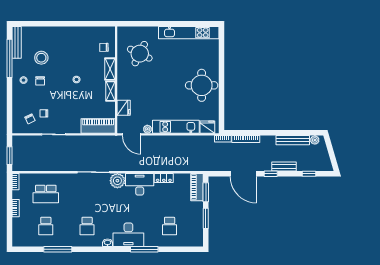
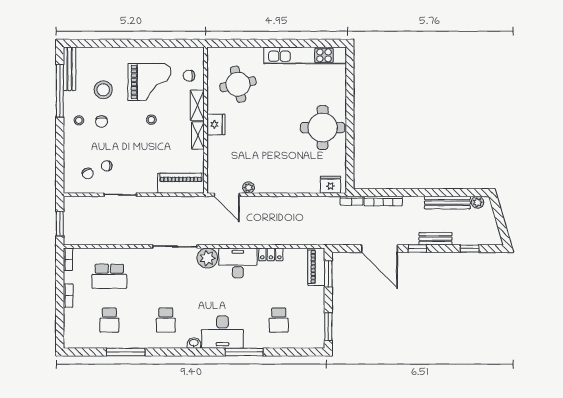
grand piano: (75, 52) -> (149, 82), added
round table: (140, 54) -> (238, 84), turned -38
fridge: (124, 108) -> (216, 124), moved
kitchen unit: (176, 127) -> (287, 184), removed
window: (206, 218) -> (328, 327), moved

